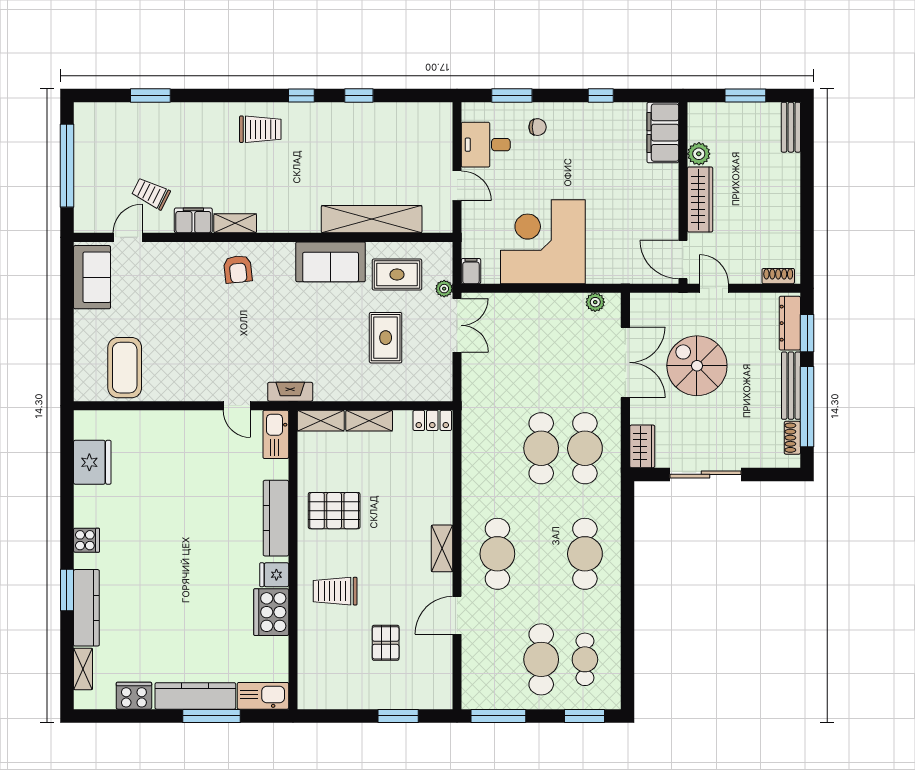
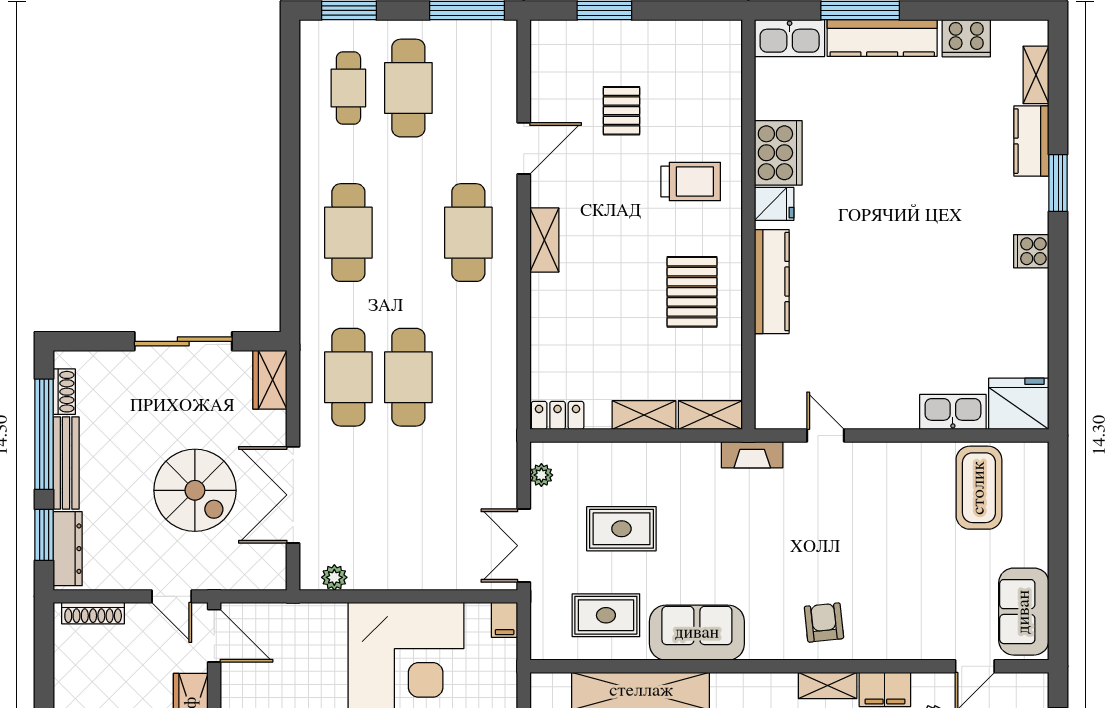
shoe rack: (778, 276) -> (93, 613), width x1.43
plant: (444, 289) -> (541, 475), moved
rug: (386, 338) -> (621, 529), turned 90
kitchen sink: (276, 434) -> (953, 412), moved, turned -90
fridge: (92, 462) -> (1019, 404), moved, turned 90
pallet: (334, 511) -> (692, 292), turned 90
kitchen counter: (86, 608) -> (1031, 141), width x0.67

